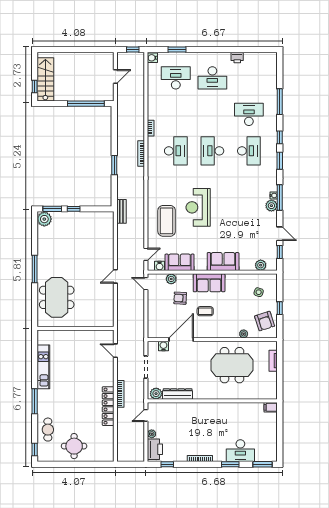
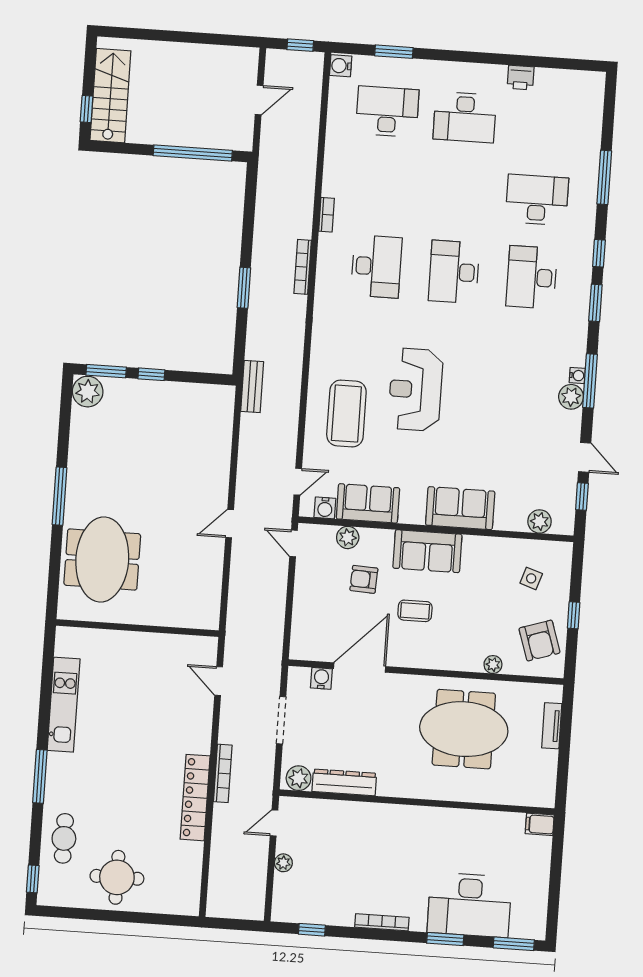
desk: (249, 151) -> (532, 277), turned 180
printer: (155, 449) -> (288, 896), removed
desk: (240, 451) -> (469, 905), width x1.36, depth x1.30

